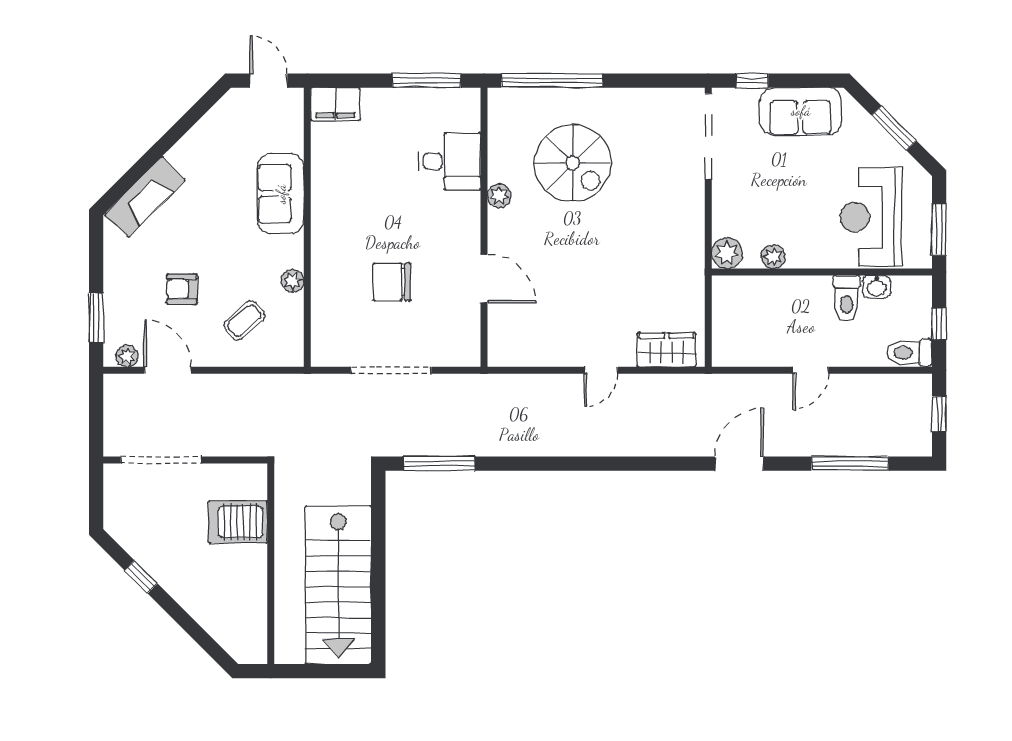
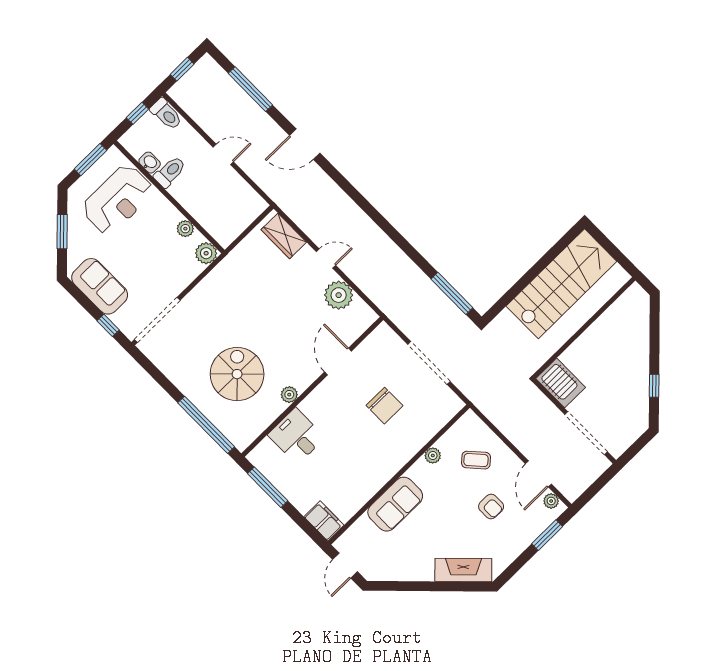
plant: (551, 346) -> (339, 295), added
server rack: (238, 522) -> (561, 383), moved

